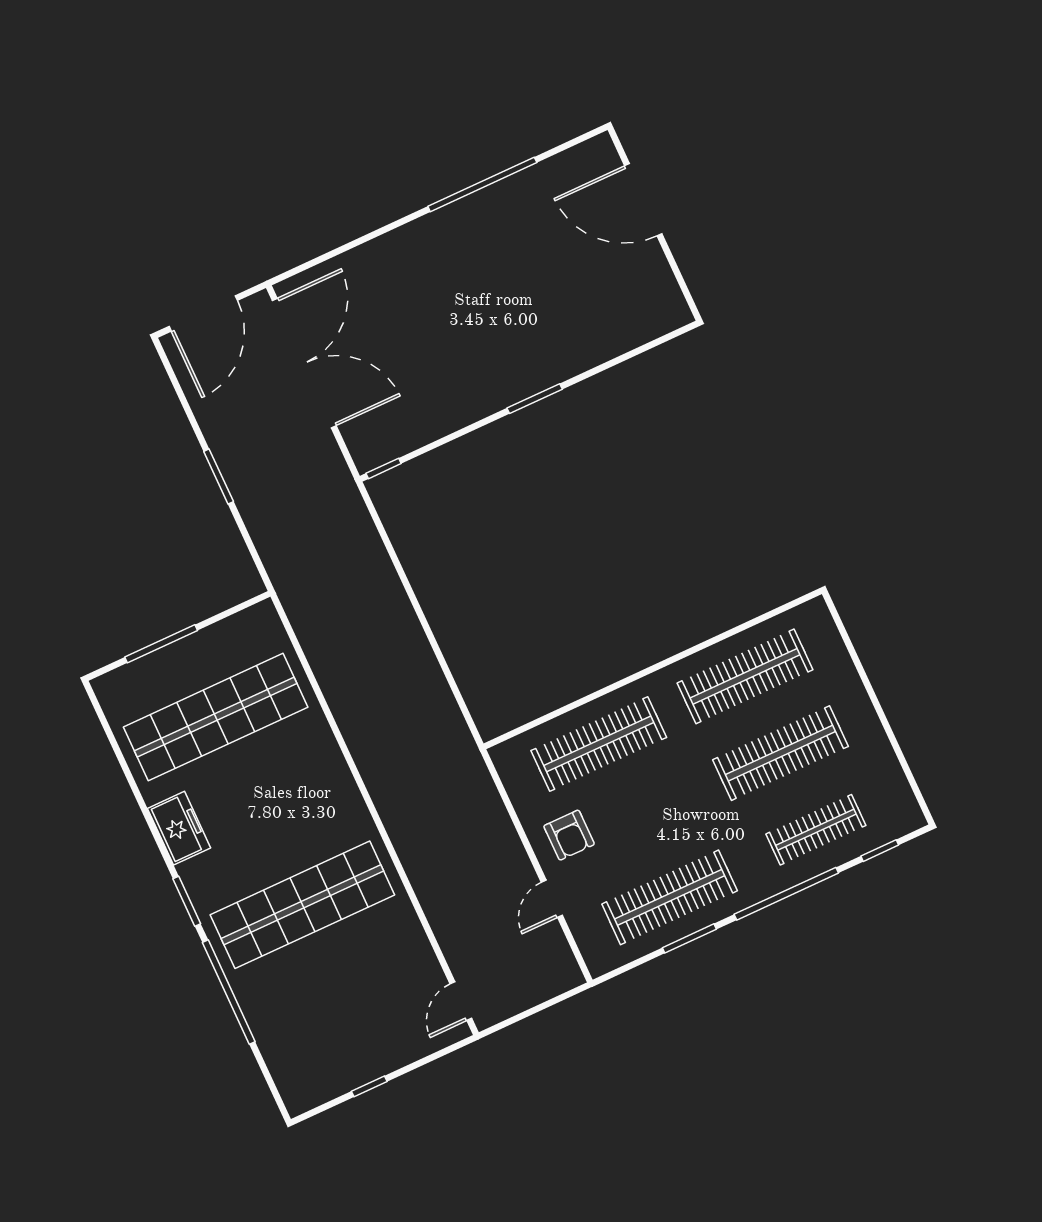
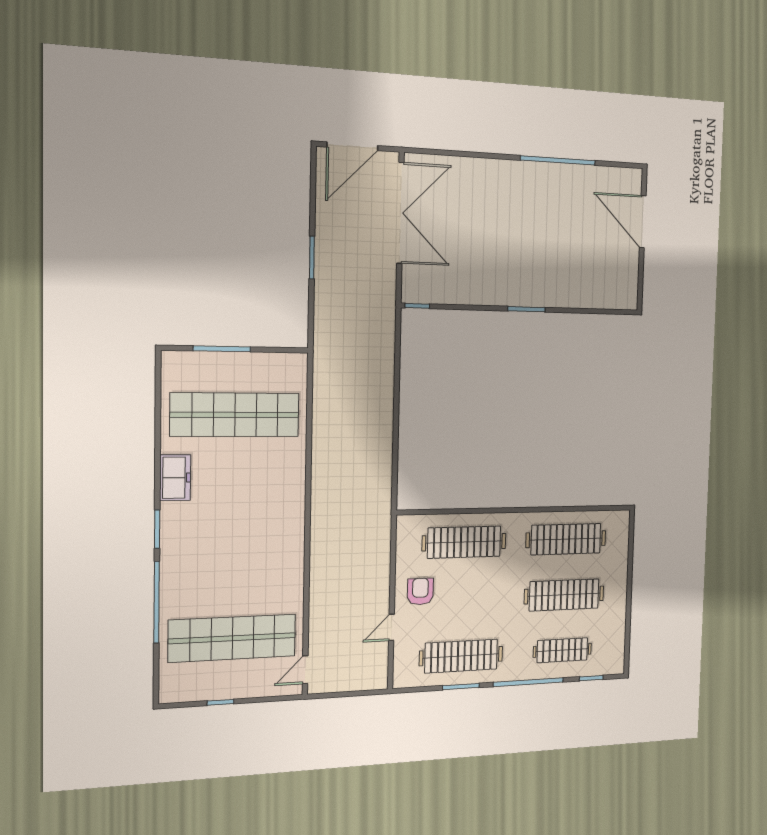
armchair: (569, 835) -> (420, 592), turned 180
shop shelf: (302, 905) -> (232, 638), moved

